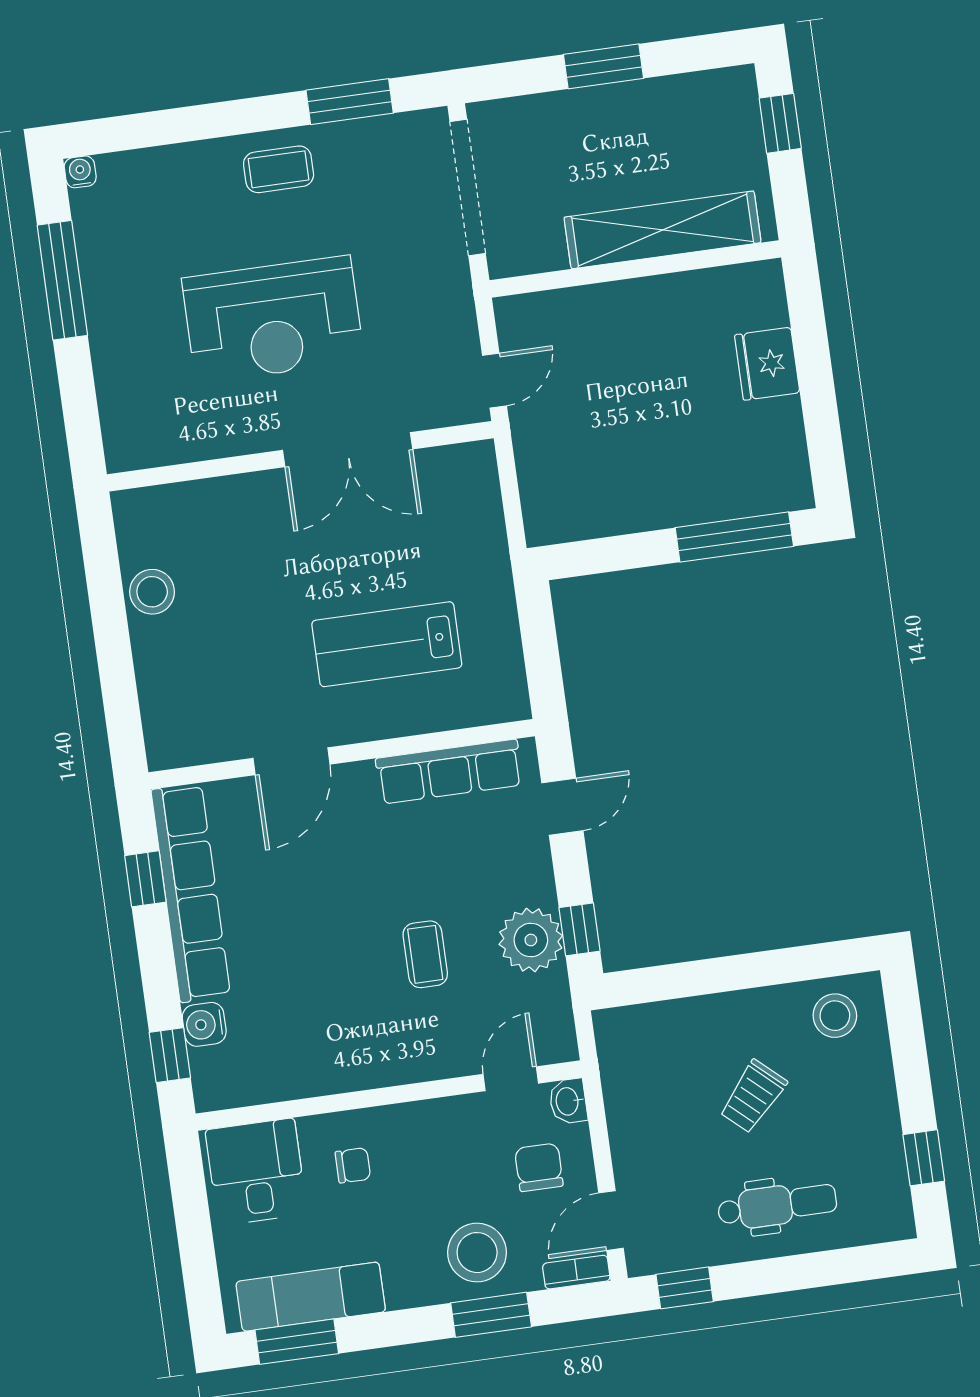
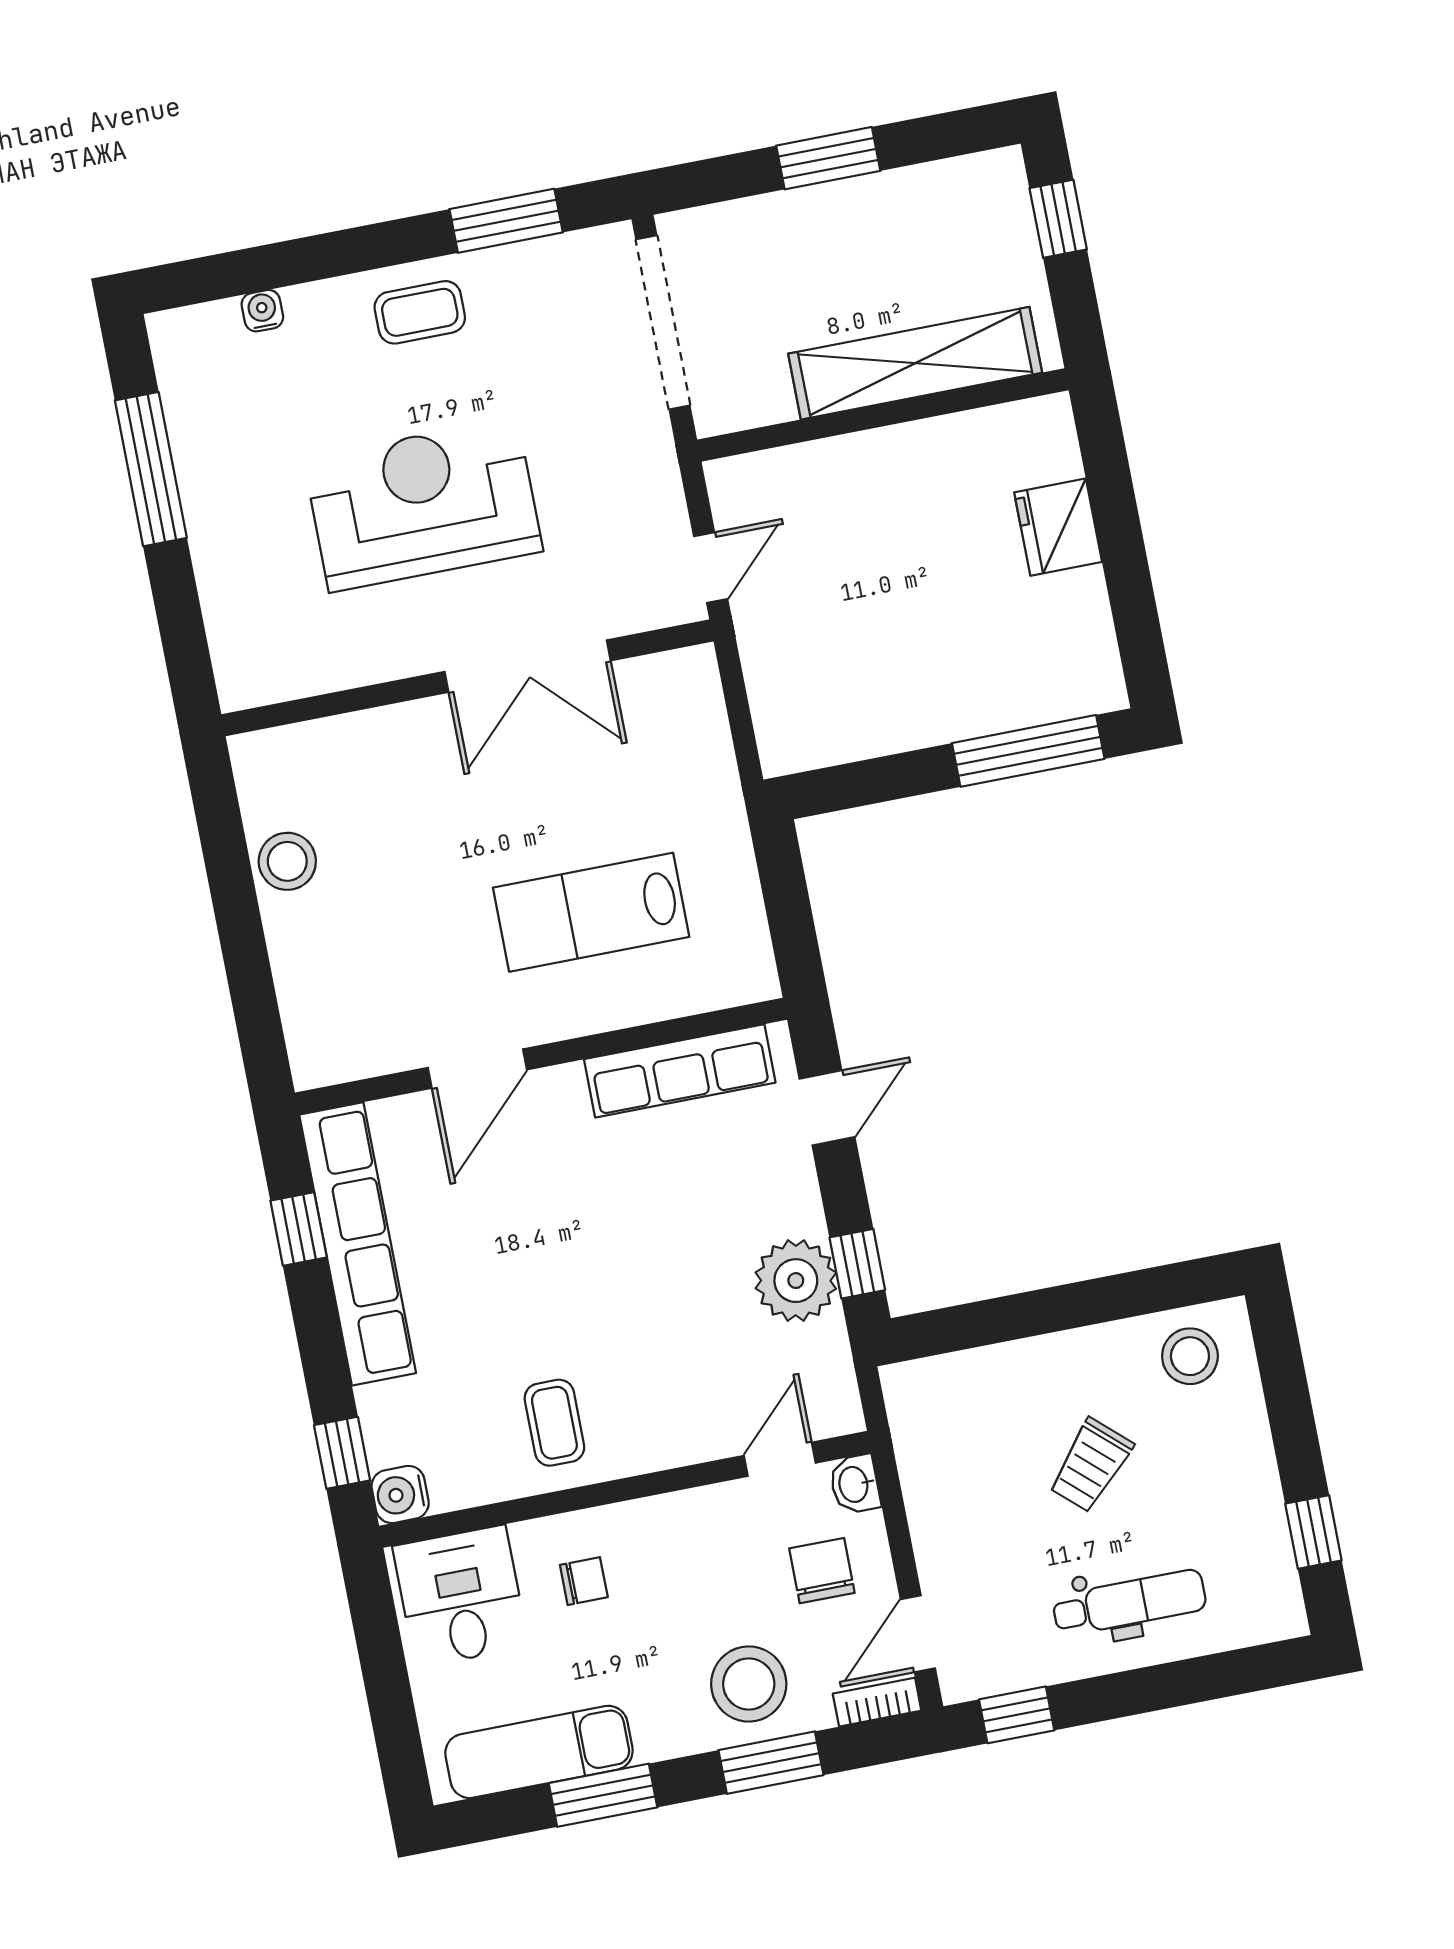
water cooler: (80, 172) -> (262, 311), moved
reception desk: (273, 320) -> (423, 505), turned 180
coffee table: (425, 954) -> (554, 1423), moved
water cooler: (204, 1024) -> (400, 1495), moved
window: (297, 1342) -> (603, 1795), moved

